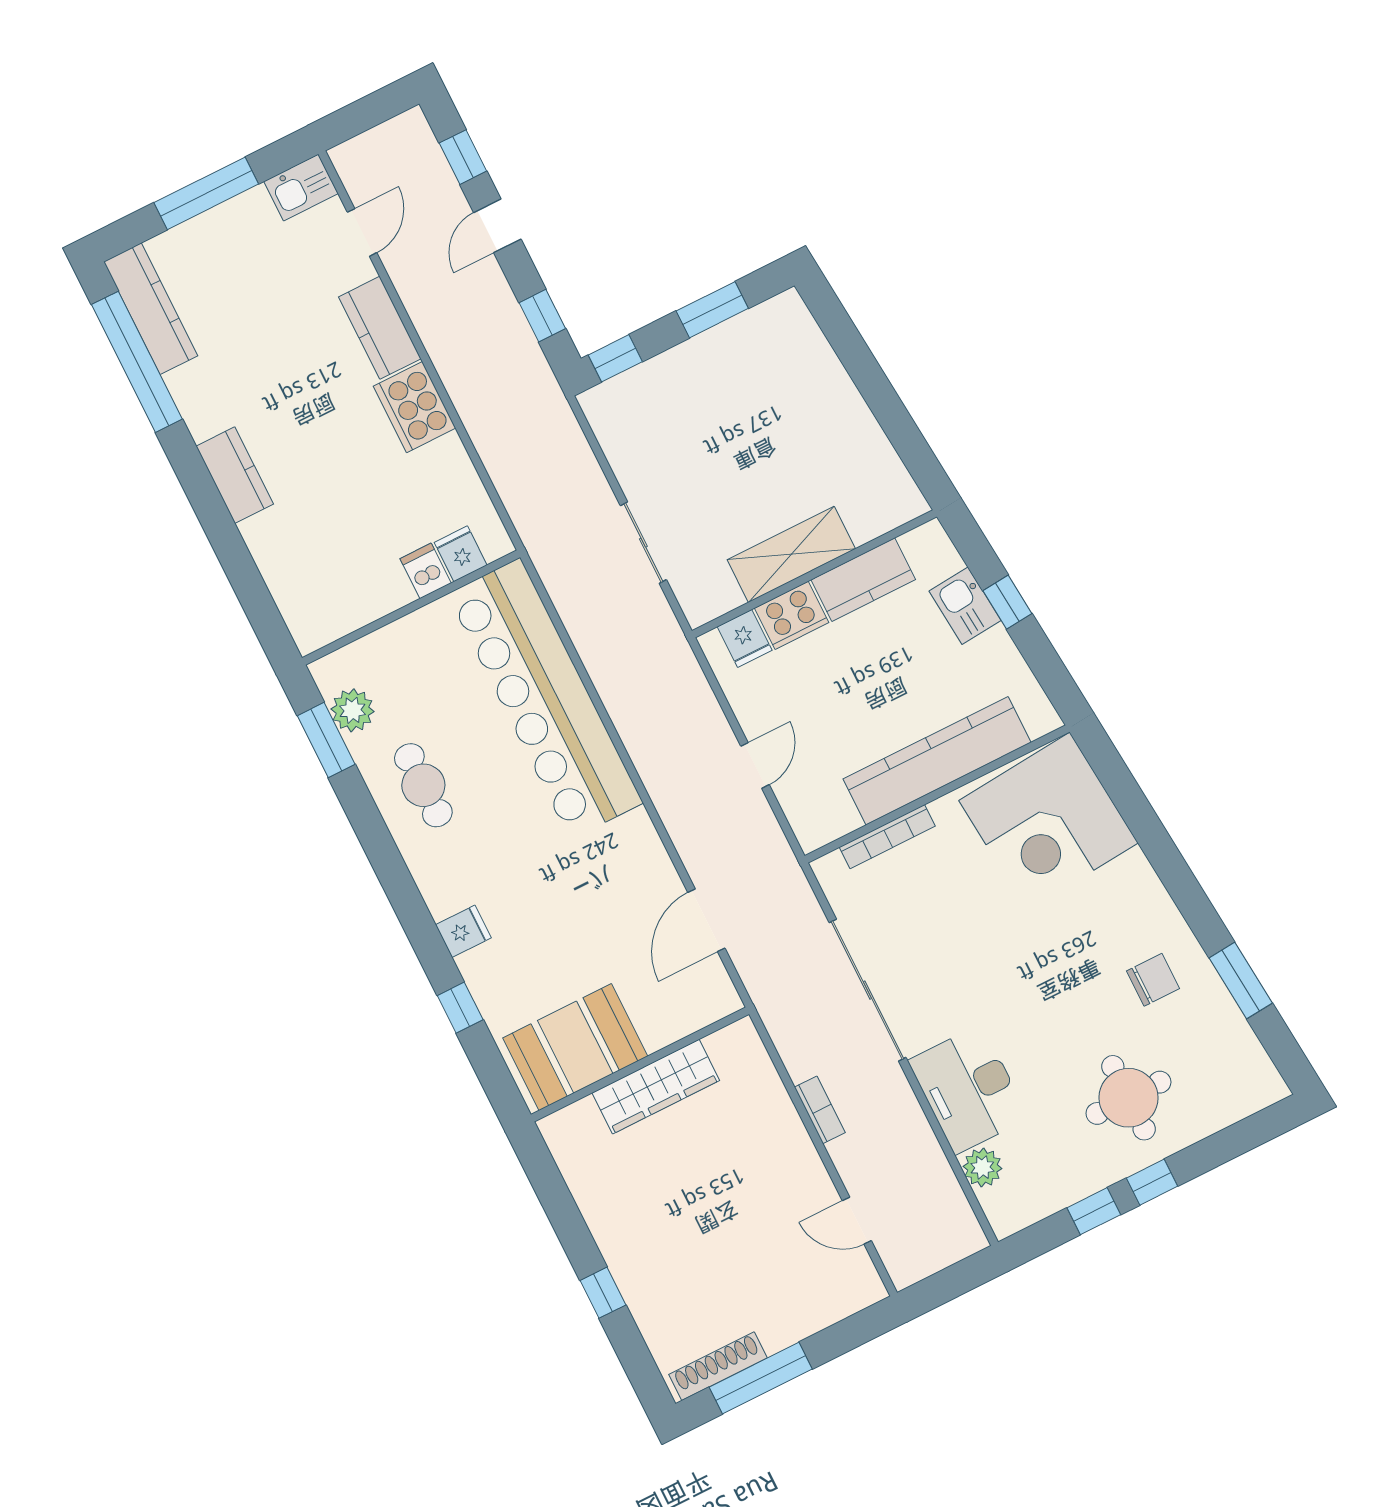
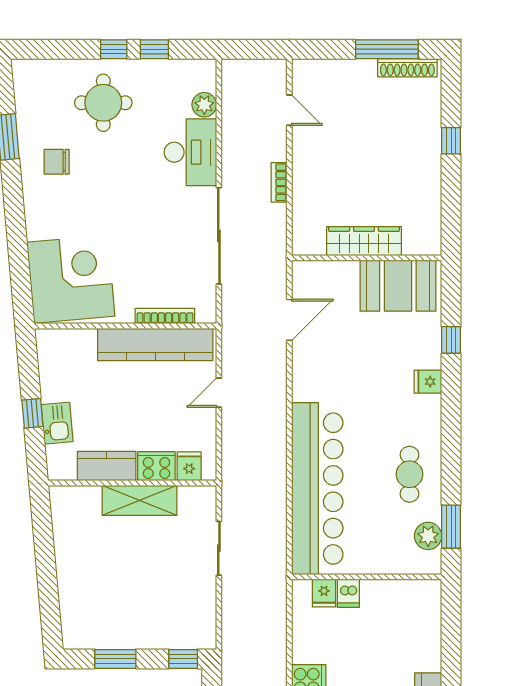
kitchen counter: (937, 761) -> (155, 344), moved

